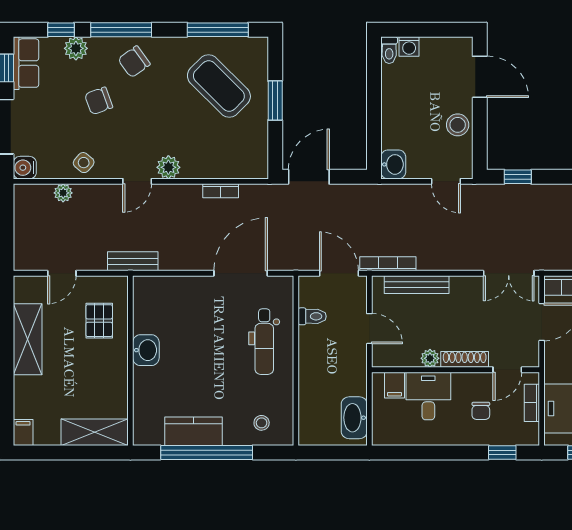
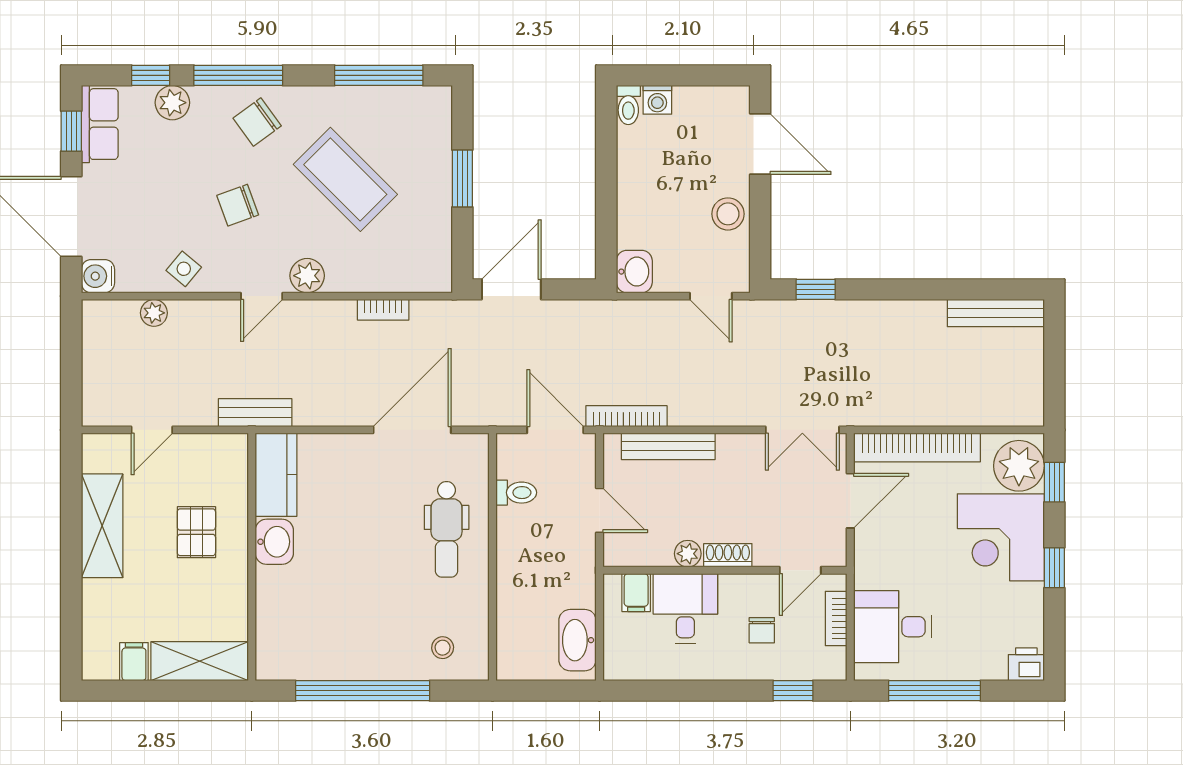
coffee table: (219, 86) -> (345, 179), moved
chair: (99, 101) -> (238, 205), moved
pallet: (99, 321) -> (196, 532), moved
shoe rack: (465, 359) -> (728, 555), width x0.70
kitchen counter: (193, 431) -> (276, 475), moved, turned 90
filing cabinet: (23, 432) -> (134, 662), moved

